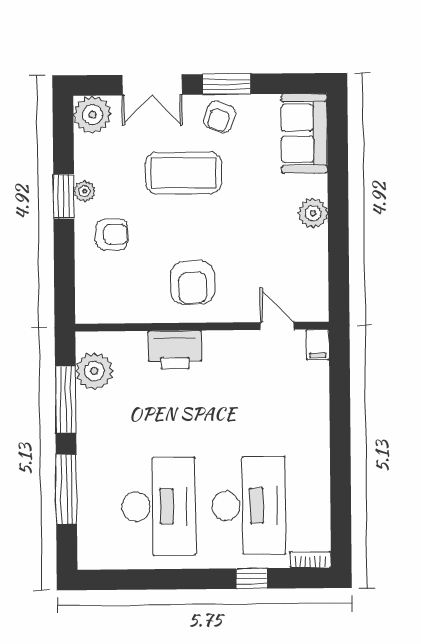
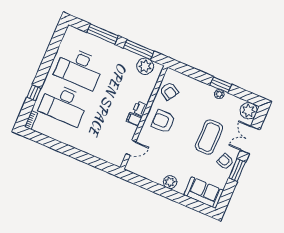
armchair: (112, 234) -> (169, 91), moved, turned -59
filing cabinet: (318, 345) -> (134, 119), moved
printer: (175, 350) -> (140, 108), width x0.53, depth x0.68

